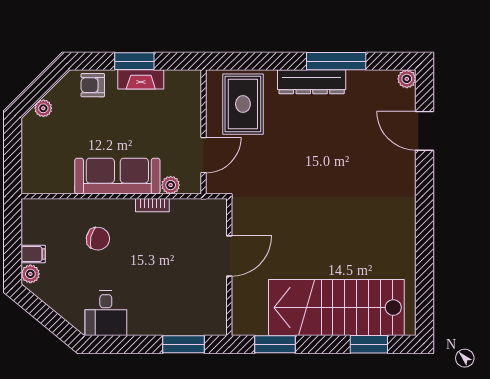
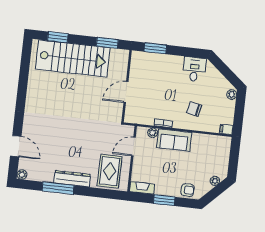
fireplace: (141, 79) -> (142, 188), moved
sofa: (117, 176) -> (174, 140), width x0.73
filing cabinet: (33, 254) -> (226, 129), moved

